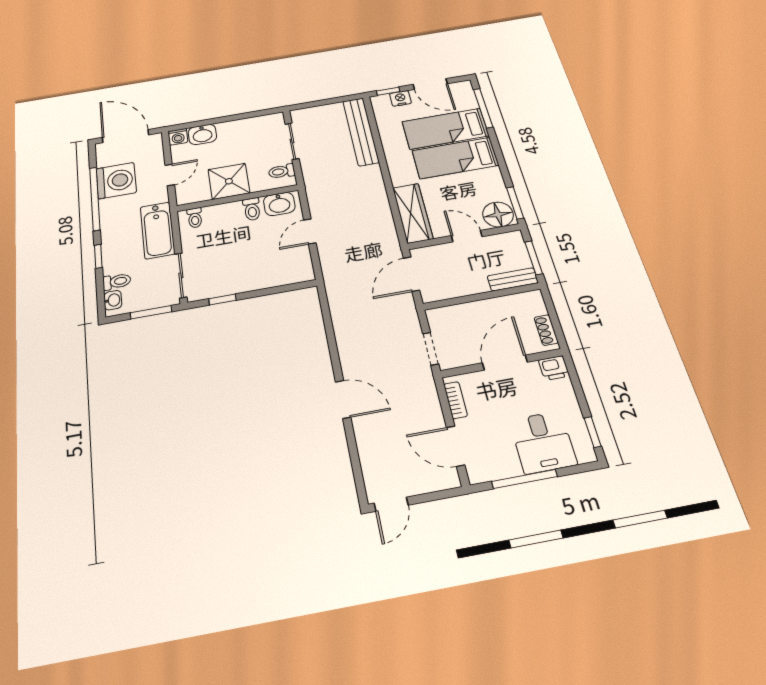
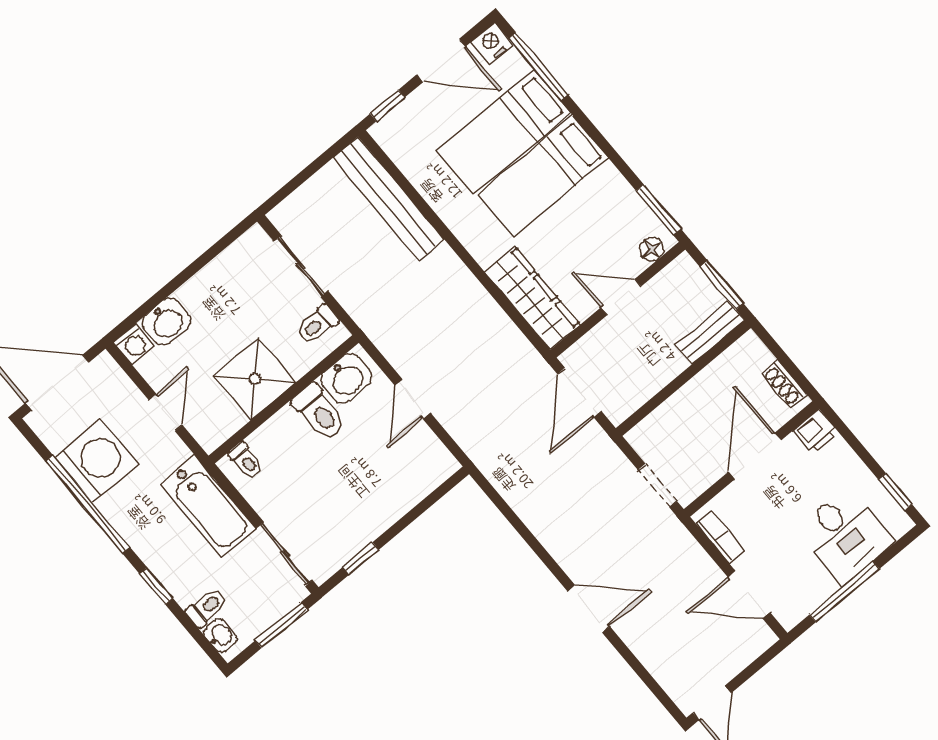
nightstand: (400, 98) -> (492, 43), moved
toilet: (252, 209) -> (319, 412), width x1.37, depth x1.39
floor lamp: (498, 215) -> (652, 249), width x0.53, depth x0.53

